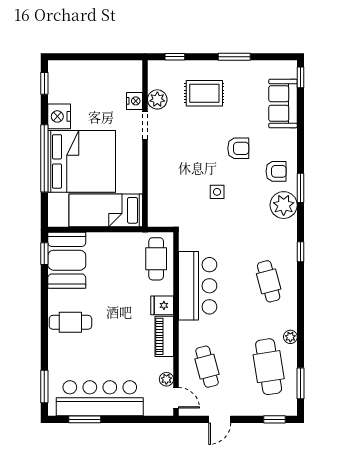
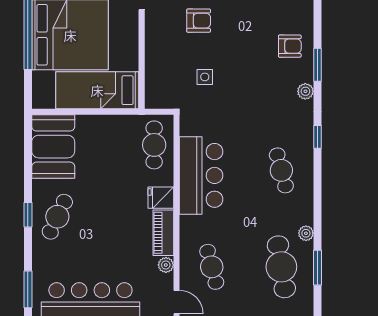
armchair: (238, 148) -> (199, 21), moved
side table: (217, 192) -> (205, 77), moved
plant: (284, 205) -> (305, 91), width x0.53, depth x0.53
window: (44, 254) -> (28, 215), moved
cafe table: (70, 322) -> (57, 217), turned -65
plant: (166, 379) -> (166, 265), moved
window: (301, 383) -> (317, 268), moved

